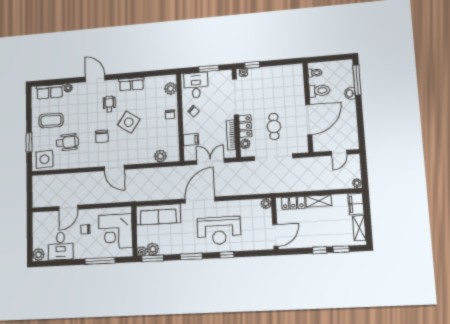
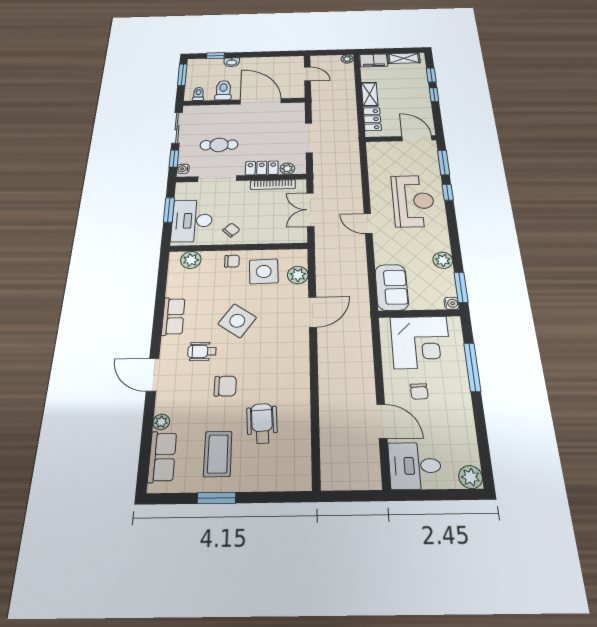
window: (335, 58) -> (182, 75), added
sliding door: (281, 62) -> (177, 128), added
door: (95, 78) -> (153, 375), hinge flipped
window: (357, 80) -> (215, 56), width x0.46
desk: (196, 85) -> (192, 221), width x1.37
doorway: (235, 97) -> (217, 179), width x0.73
cafe table: (274, 126) -> (219, 145), moved
chair: (102, 136) -> (225, 386), moved
filing cabinet: (191, 140) -> (275, 234), removed
window: (29, 142) -> (217, 498), moved
doorway: (274, 157) -> (309, 138), width x0.73
side table: (44, 159) -> (264, 271), moved
door: (114, 168) -> (313, 312), moved
door: (200, 200) -> (368, 224), width x0.53
plant: (266, 204) -> (373, 147), removed
sofa: (158, 214) -> (392, 287), width x0.73
desk: (61, 246) -> (415, 466), moved, turned 180
plant: (153, 249) -> (443, 260), moved
window: (191, 256) -> (444, 163), moved

